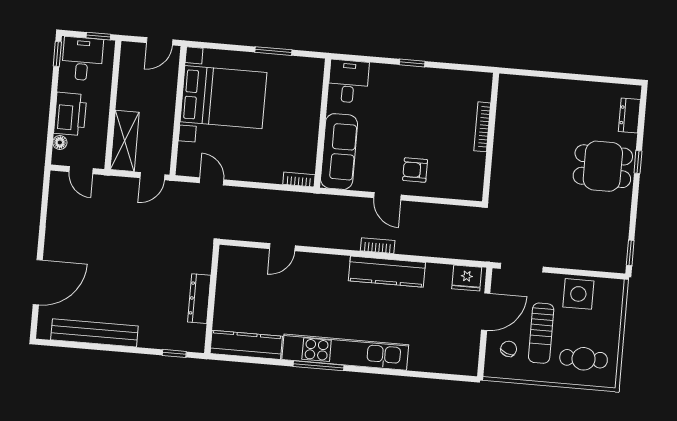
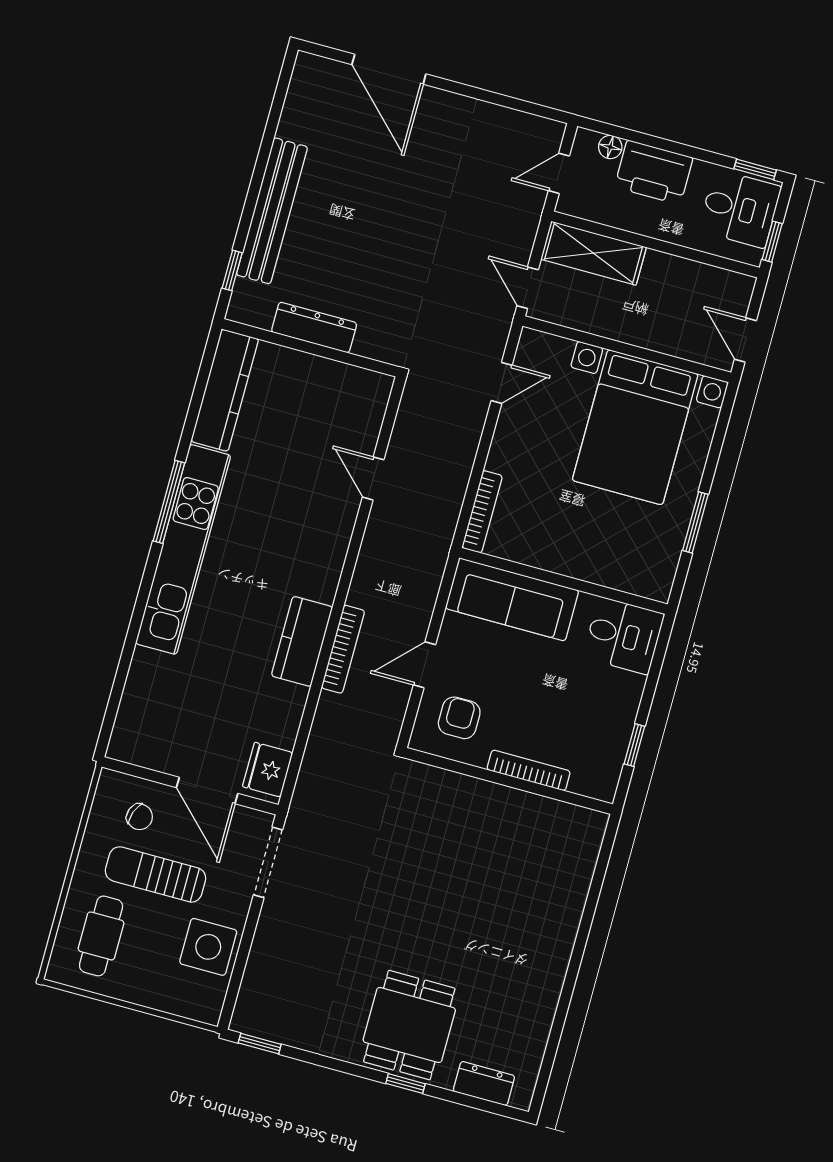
bookcase: (482, 127) -> (529, 770), moved
wall: (491, 137) -> (509, 781), moved
bookcase: (299, 180) -> (482, 512), width x1.56
bookcase: (378, 246) -> (343, 649), width x1.56
kitchen counter: (387, 272) -> (302, 641), width x0.67
bench: (94, 333) -> (272, 211), moved

